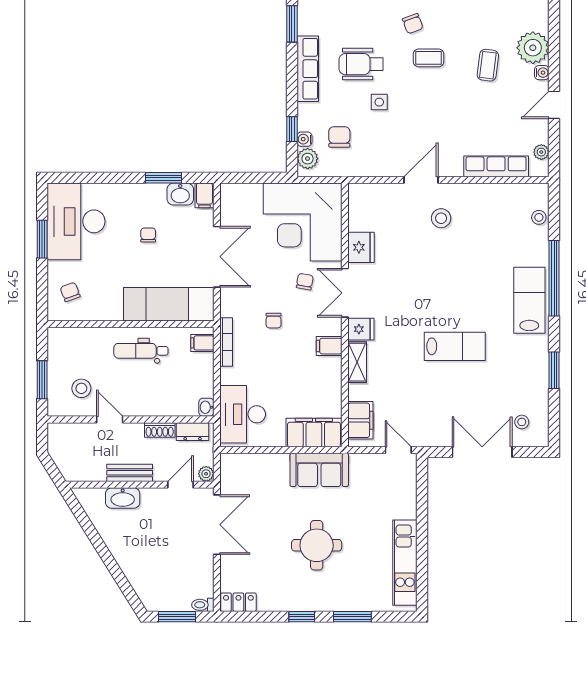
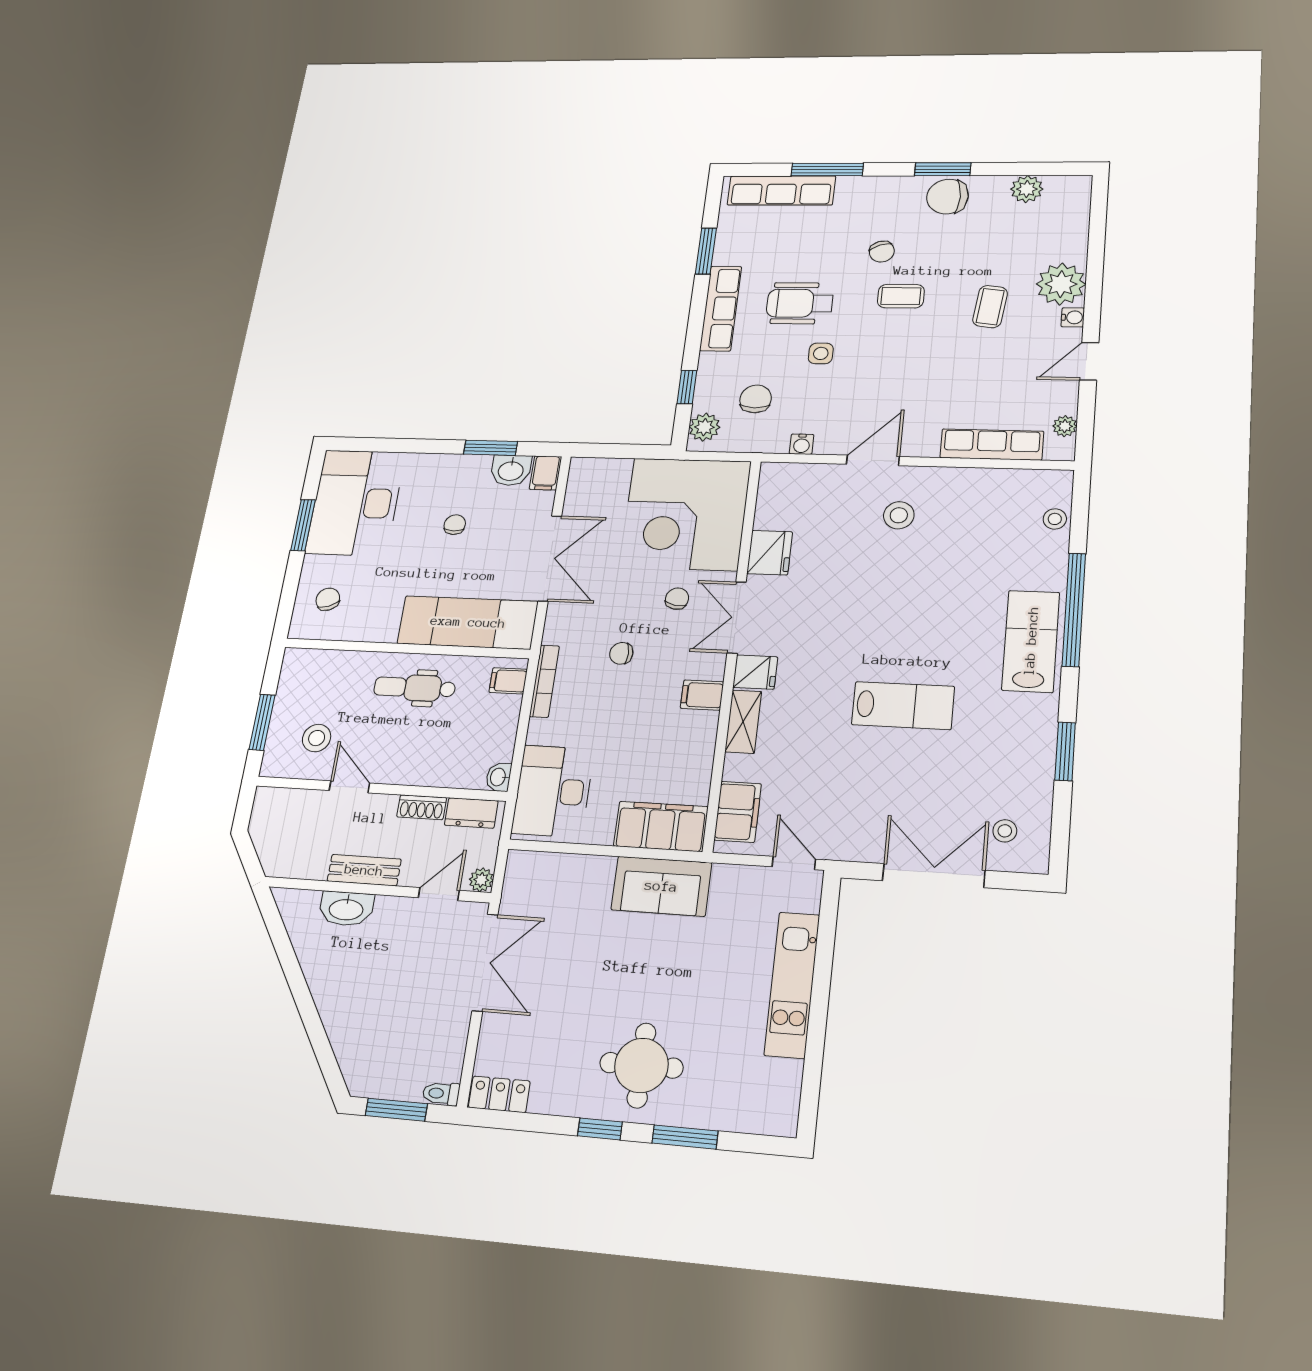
water cooler: (304, 139) -> (802, 444), moved, turned -90
chair: (274, 321) -> (621, 653), turned 90
round table: (317, 545) -> (641, 1065), moved
kitchen unit: (405, 563) -> (792, 985), moved

